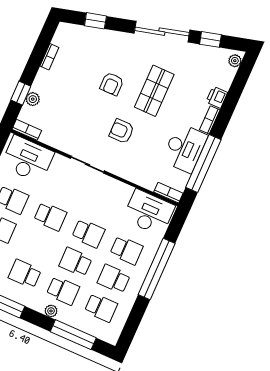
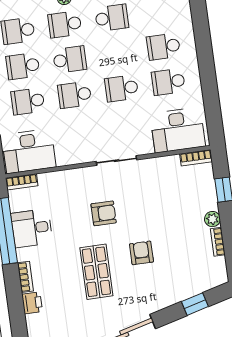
plant: (33, 99) -> (212, 219), moved
desk: (185, 148) -> (32, 228), width x0.73
school desk: (114, 279) -> (23, 66), turned 180

